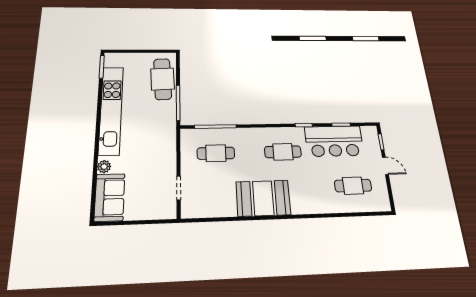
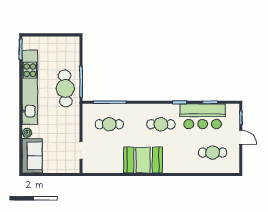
cafe table: (163, 79) -> (65, 88), moved

